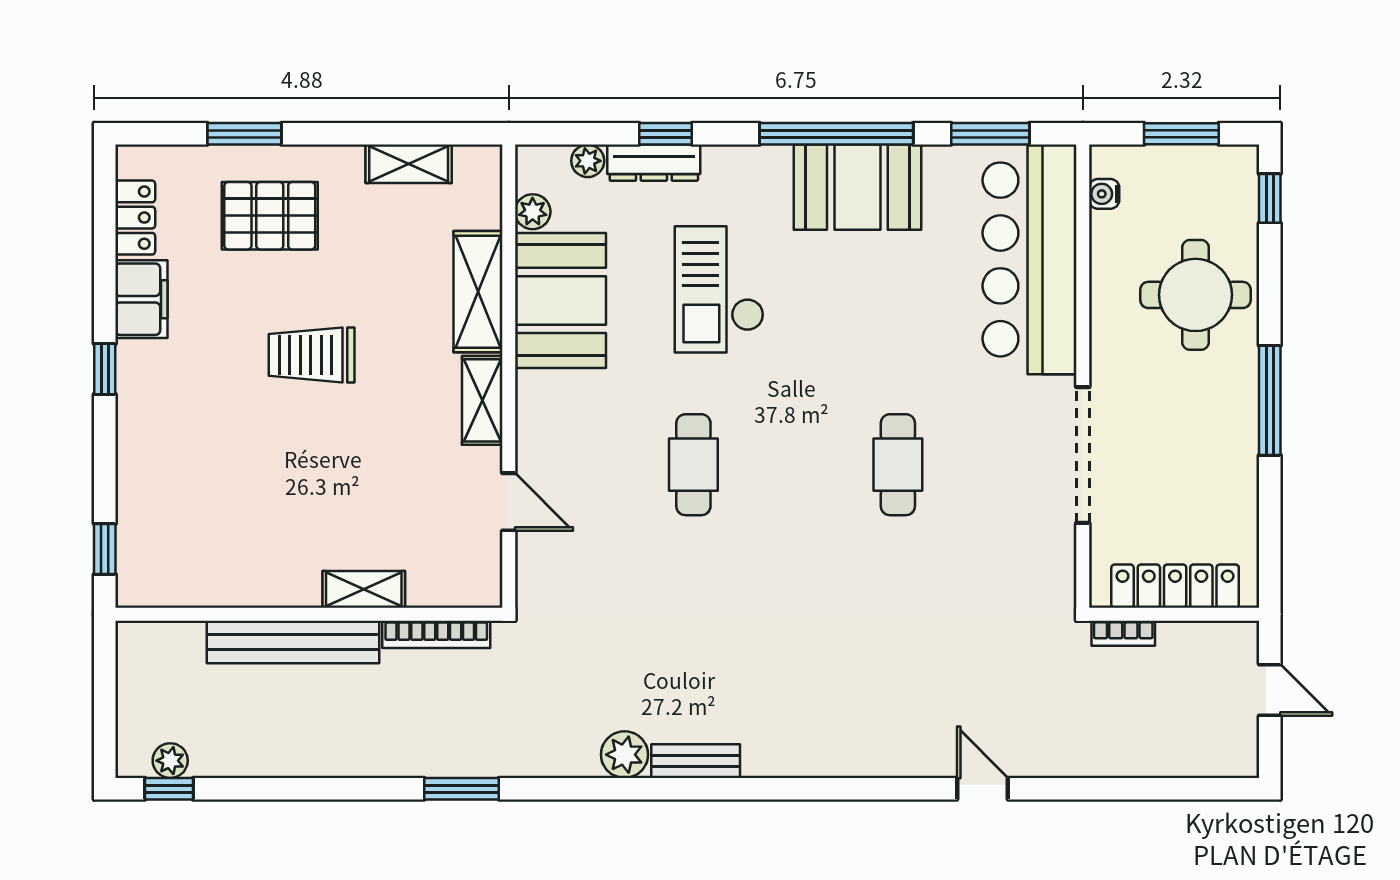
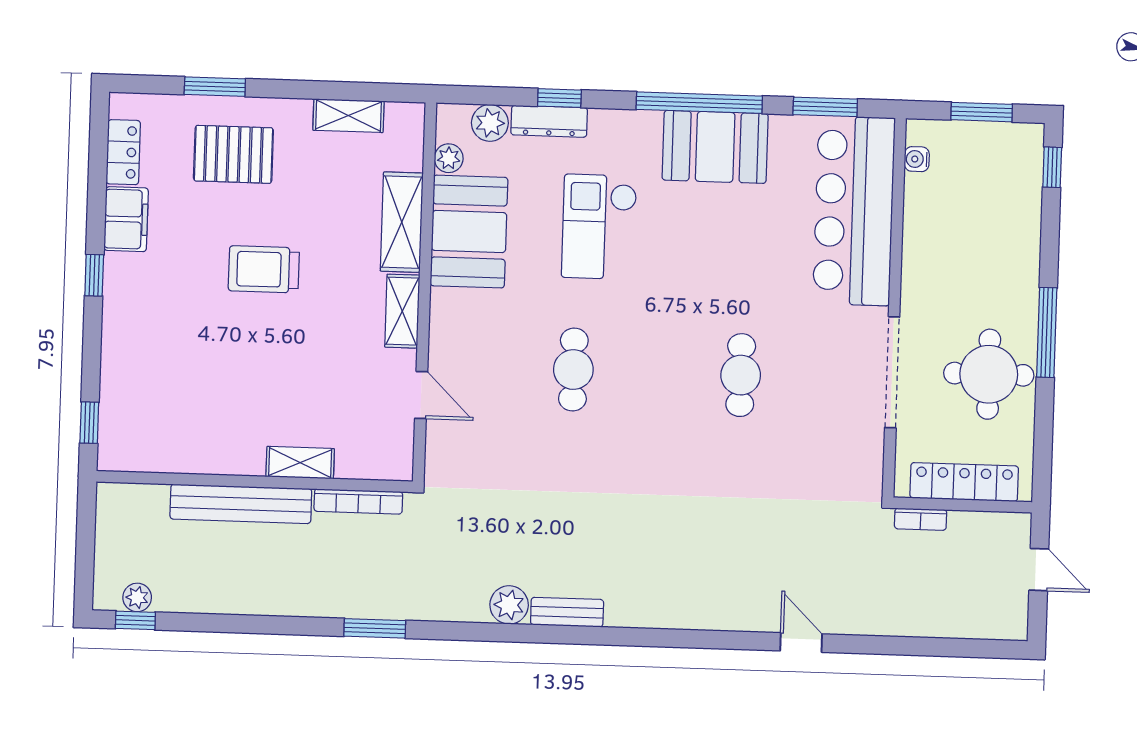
plant: (588, 161) -> (490, 123), width x1.38, depth x1.38
round table: (1195, 295) -> (989, 374), moved

